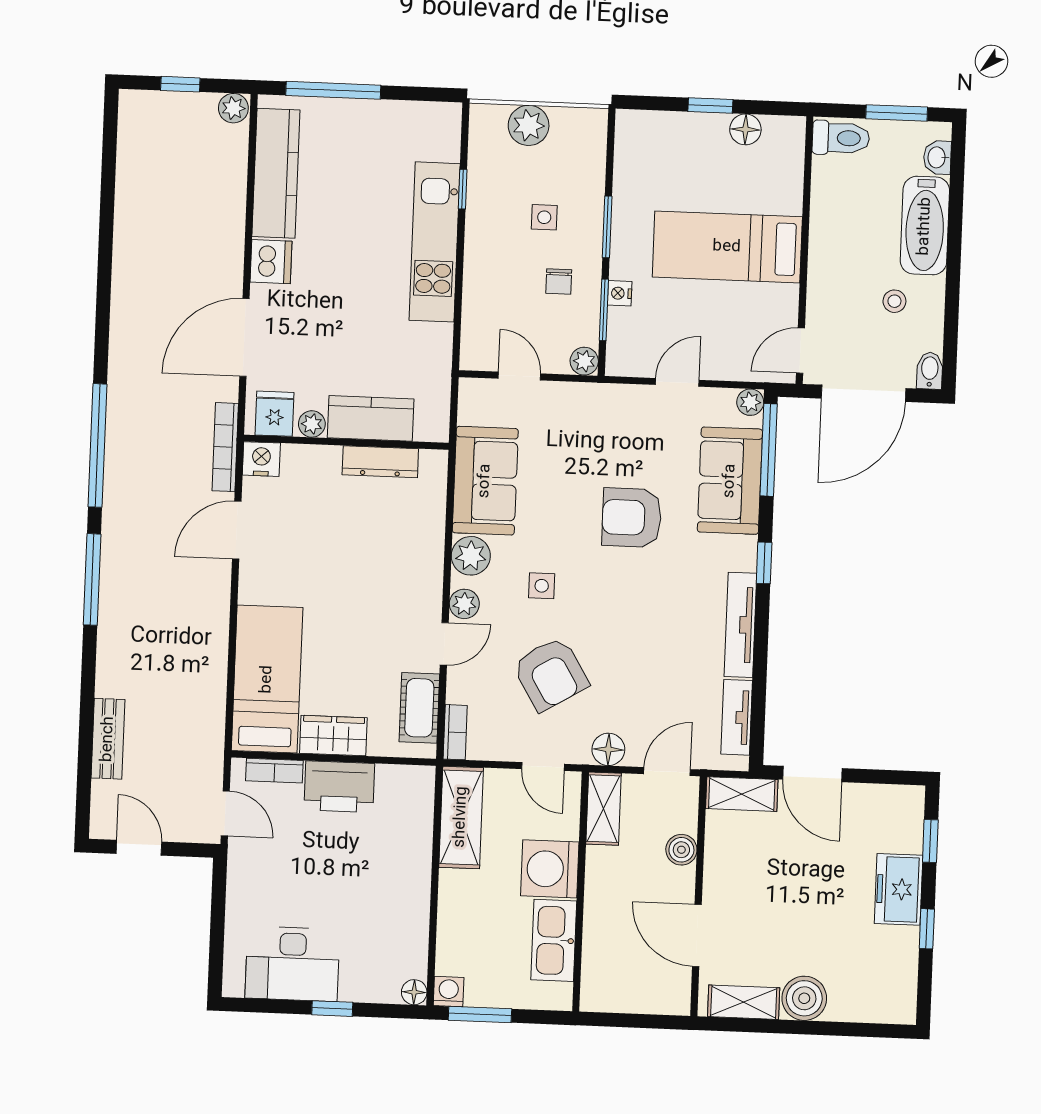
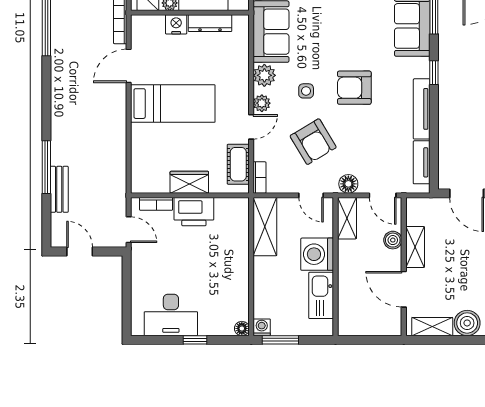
nightstand: (261, 459) -> (176, 24), moved
armchair: (632, 518) -> (354, 88), moved
window: (92, 579) -> (46, 167), moved
bed: (267, 679) -> (173, 104), moved, turned 90
door: (667, 772) -> (383, 195), swing flipped
shelving: (742, 794) -> (415, 247), moved, turned 90

